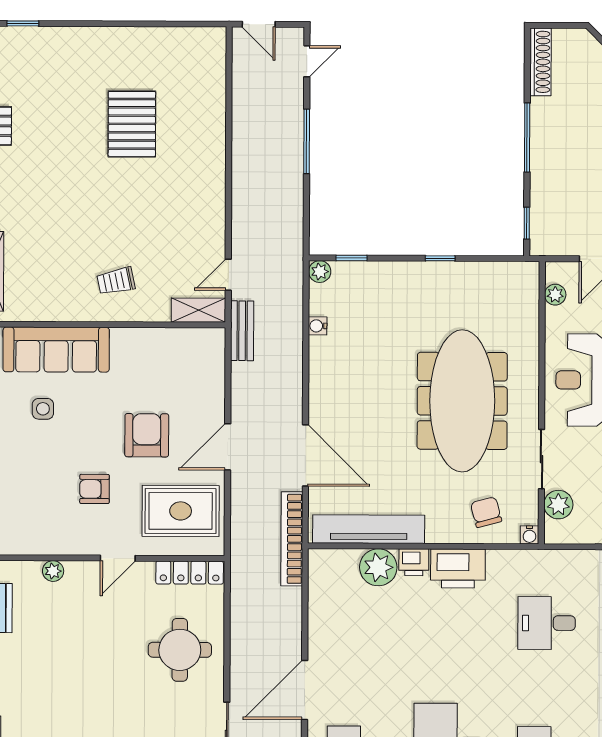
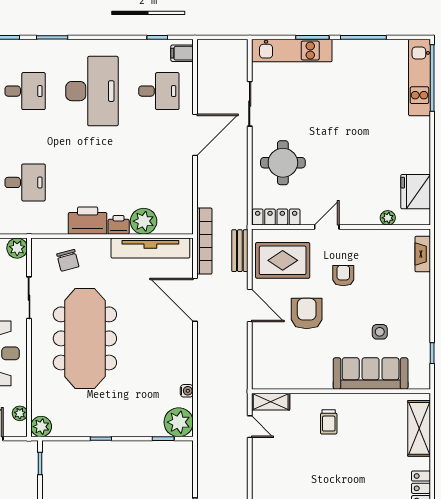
plant: (320, 272) -> (179, 422), width x1.88, depth x1.88
door: (228, 275) -> (250, 427), hinge flipped
plant: (525, 276) -> (41, 427), added
trolley: (116, 281) -> (329, 422), turned 102
bench: (242, 331) -> (240, 251), moved
armchair: (147, 435) -> (307, 313), turned 180
door: (228, 447) -> (250, 306), hinge flipped
armchair: (94, 489) -> (343, 276), turned -90
plant: (558, 505) -> (17, 248), moved
water cooler: (530, 535) -> (37, 244), removed
plant: (53, 571) -> (388, 218), moved

